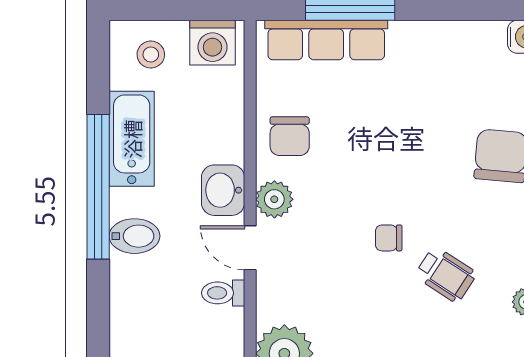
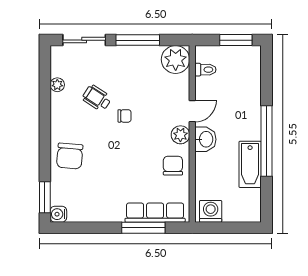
stool: (151, 55) -> (241, 206), removed
bidet: (134, 236) -> (249, 117), removed
door: (250, 248) -> (192, 111), hinge flipped
toilet: (223, 293) -> (205, 70), moved

